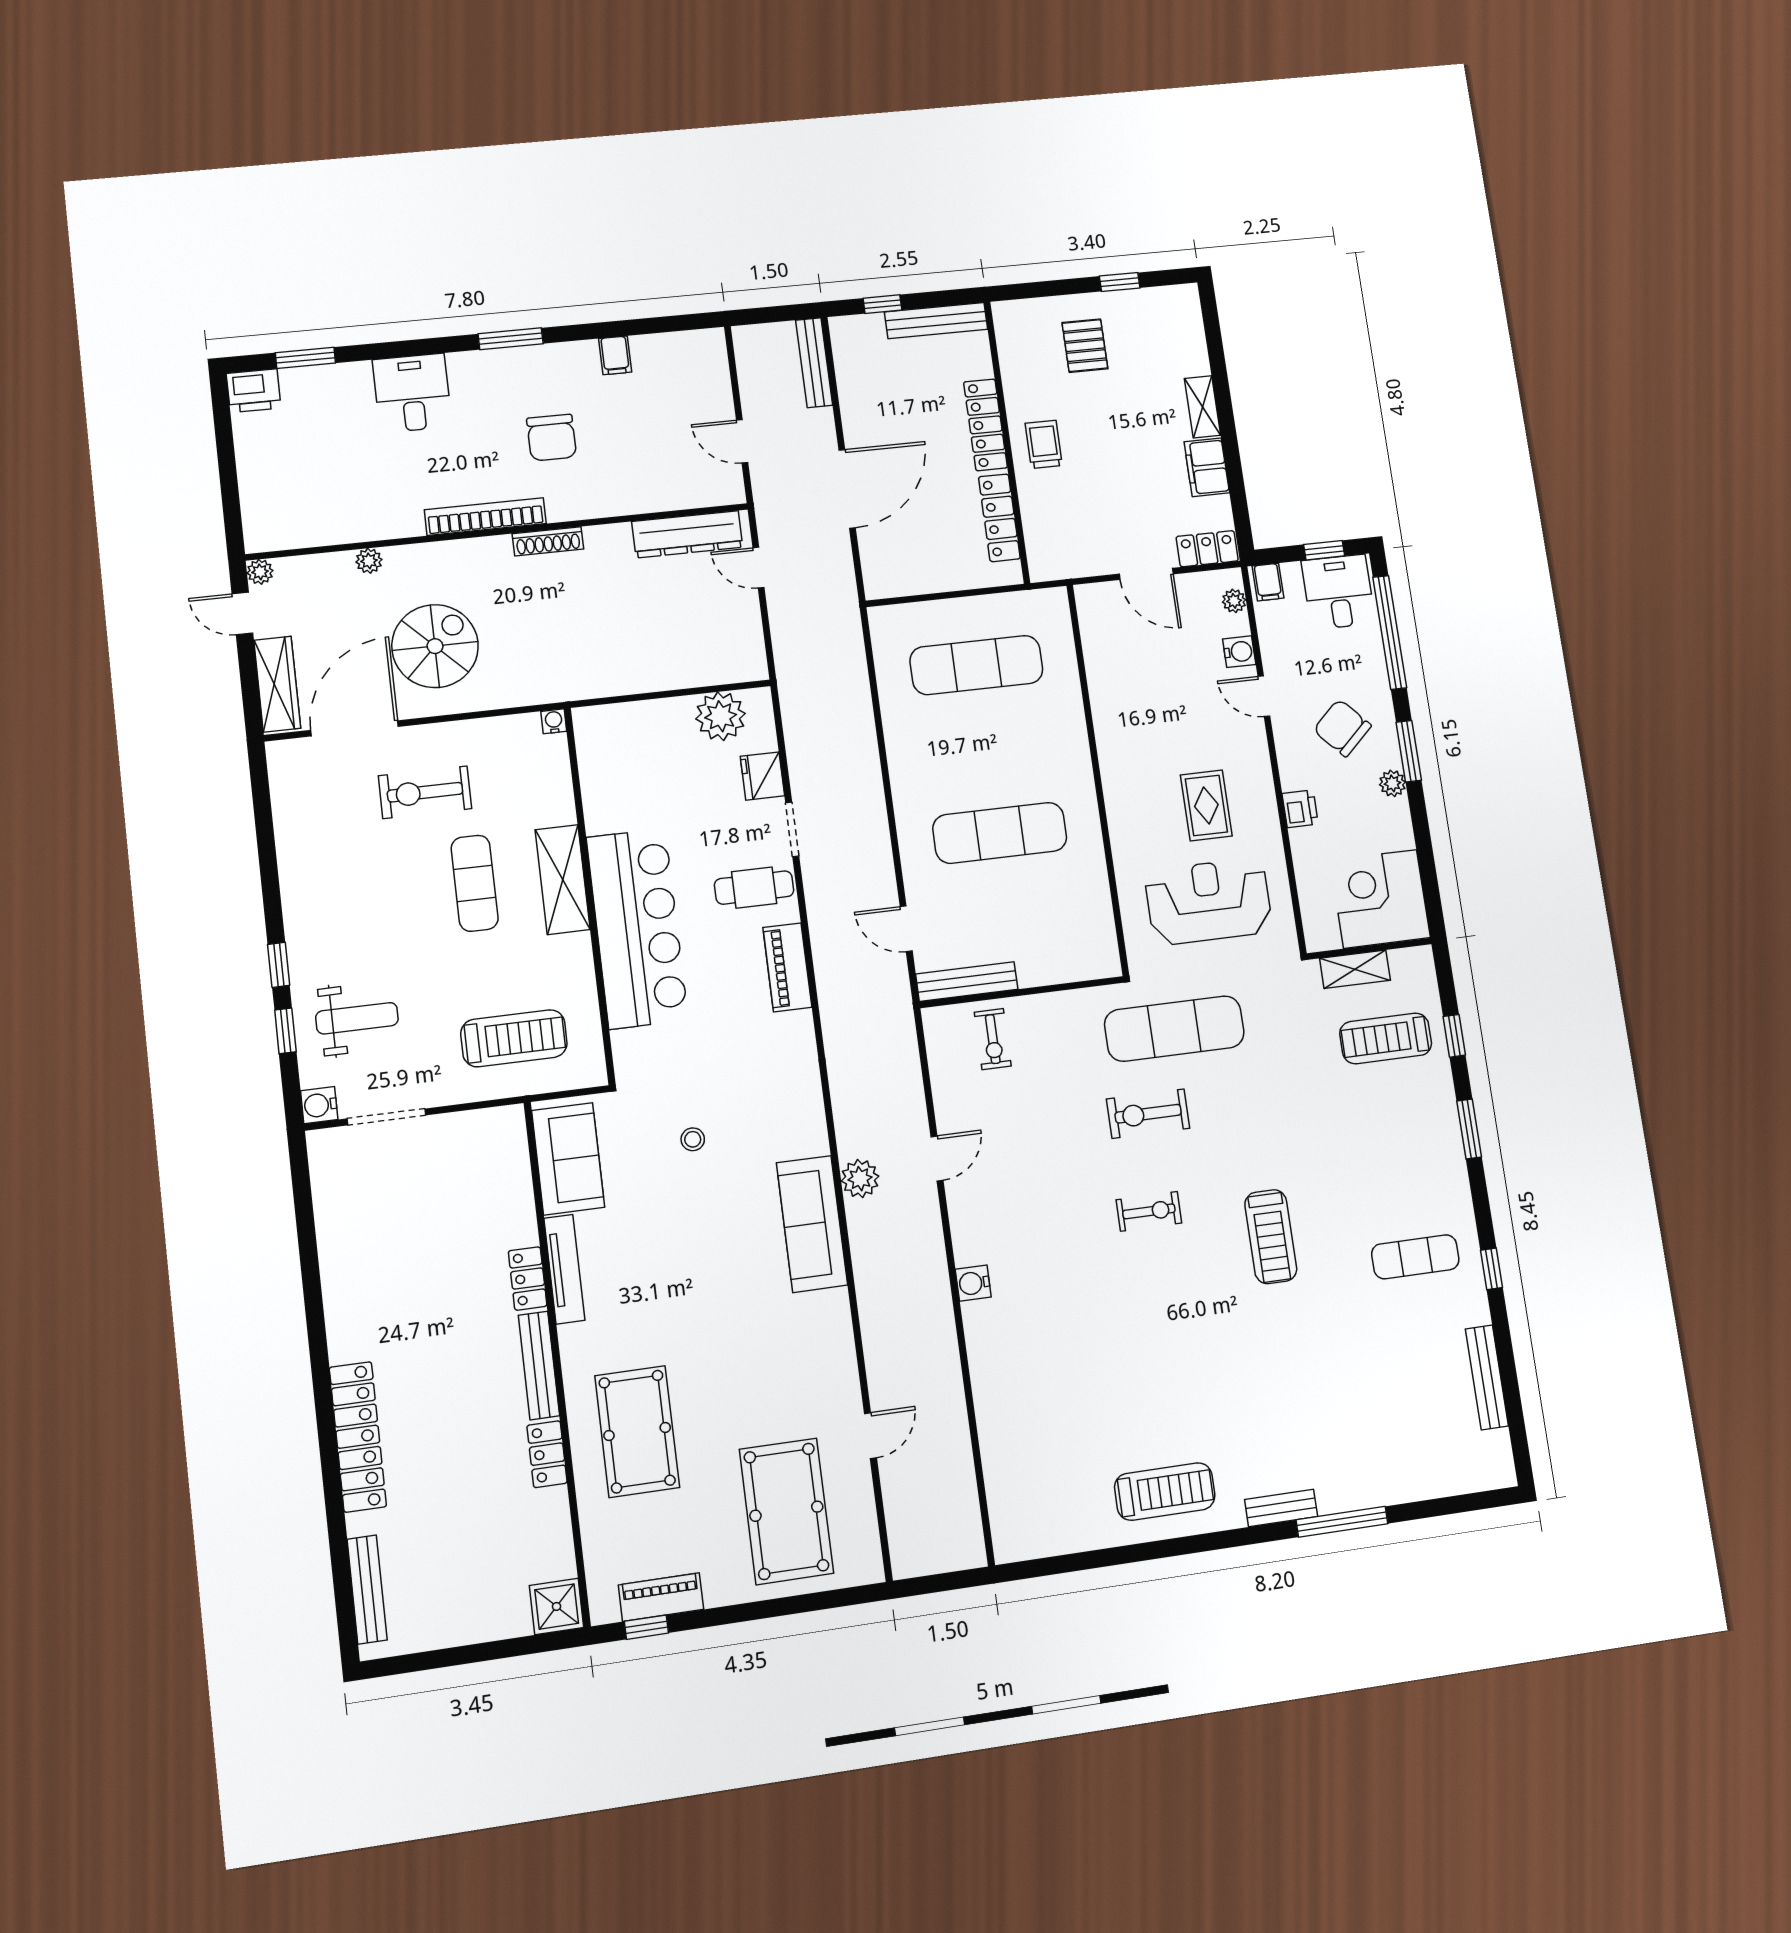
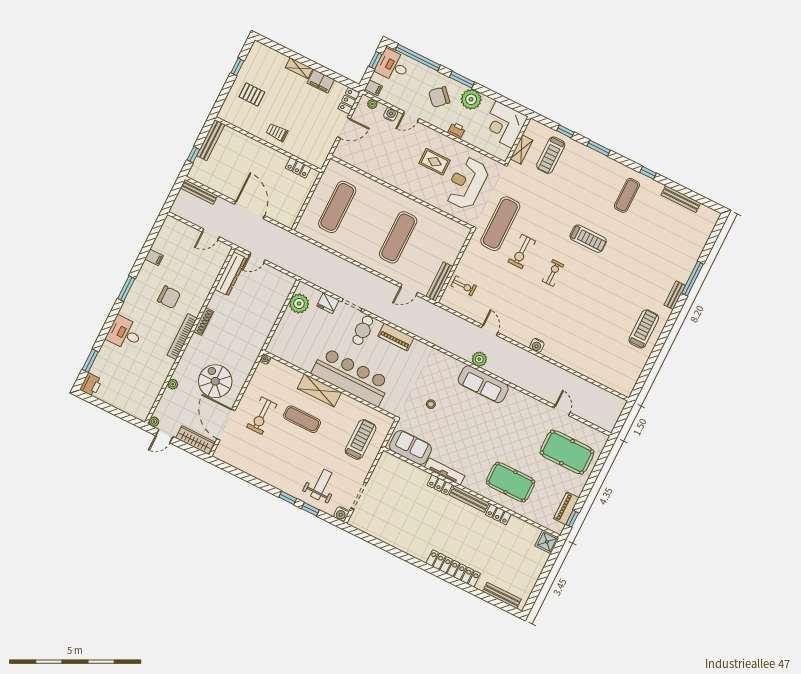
locker: (985, 425) -> (258, 148), removed
locker: (999, 518) -> (298, 168), width x0.66
plant: (1393, 783) -> (471, 99), width x1.88, depth x1.88

